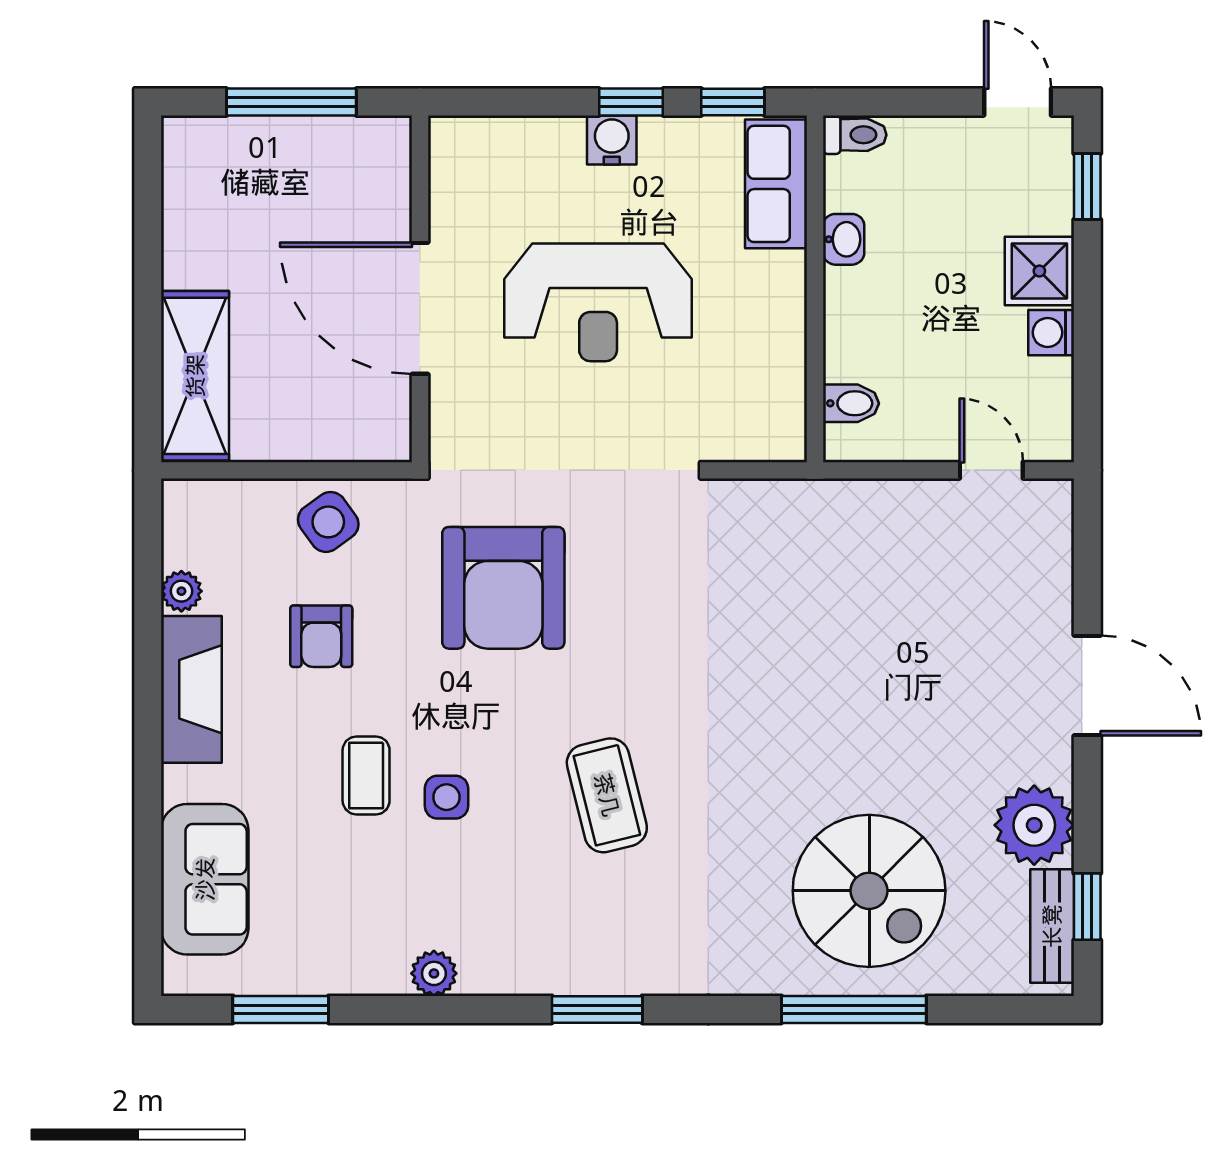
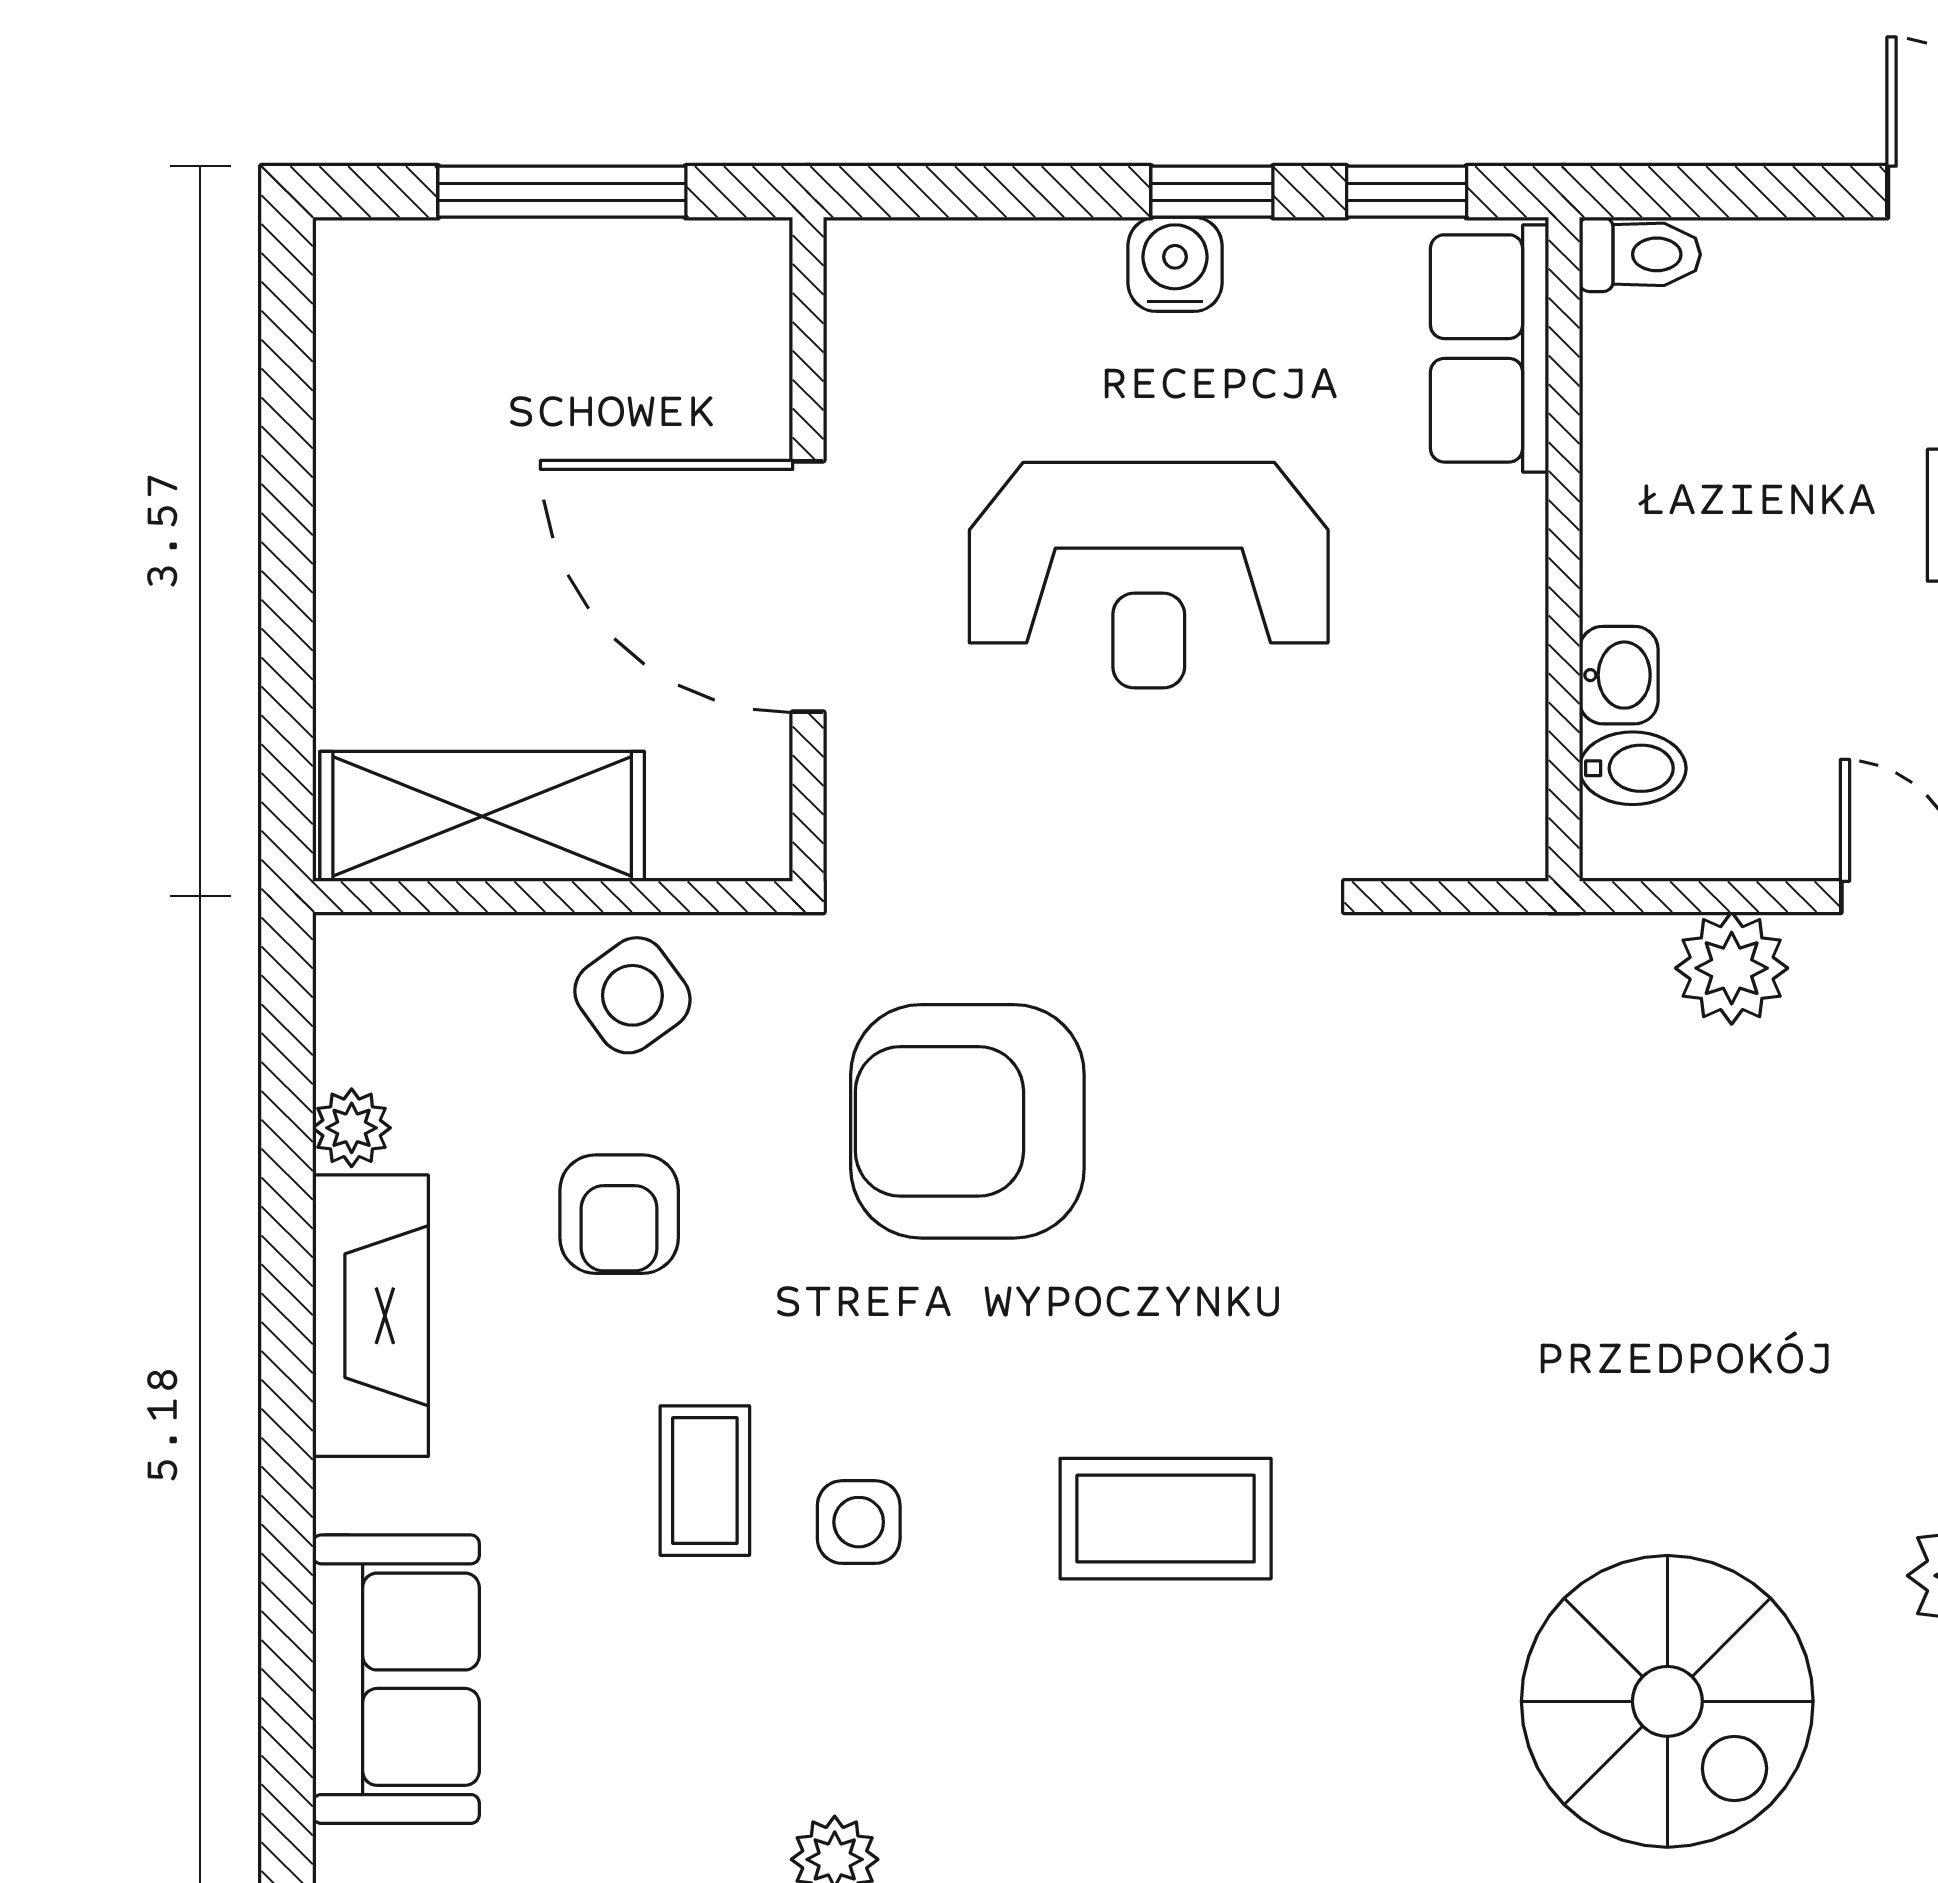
washbasin: (844, 239) -> (1619, 675), moved
shelving: (195, 376) -> (482, 816), moved, turned 90
plant: (903, 508) -> (1732, 968), added
armchair: (503, 588) -> (967, 1121), turned 90
coffee table: (607, 795) -> (1166, 1519), turned -76

